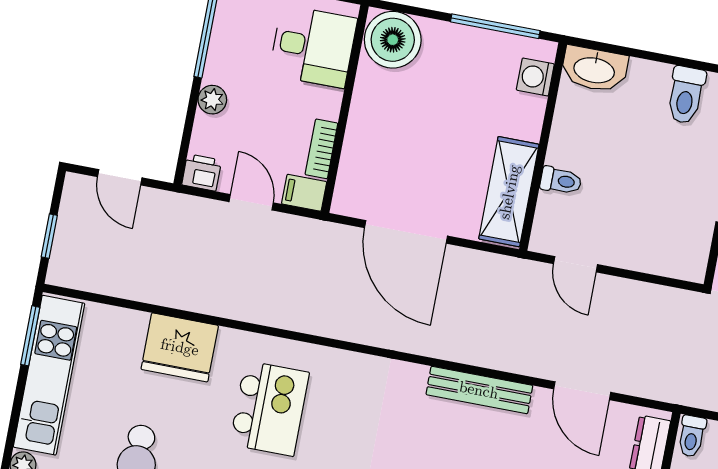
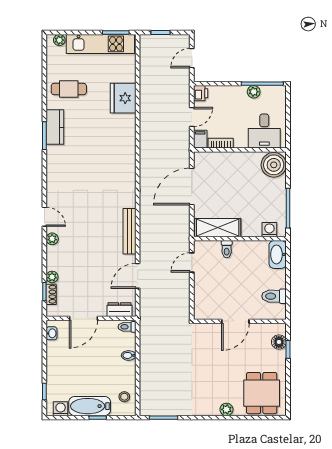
plant: (212, 100) -> (254, 92), moved
kitchen island: (269, 408) -> (104, 142), removed

